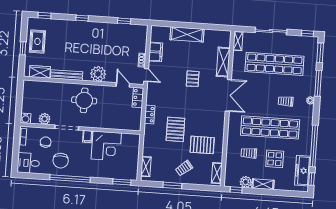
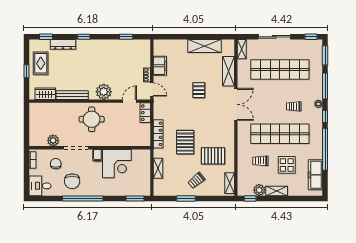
dresser: (61, 24) -> (63, 44), added
shelving: (187, 34) -> (205, 46), moved
door: (123, 85) -> (129, 101), hinge flipped
locker: (150, 115) -> (158, 134), width x1.53
water cooler: (26, 118) -> (34, 141), removed
shelving: (146, 167) -> (158, 168), moved
window: (312, 179) -> (325, 116), moved

